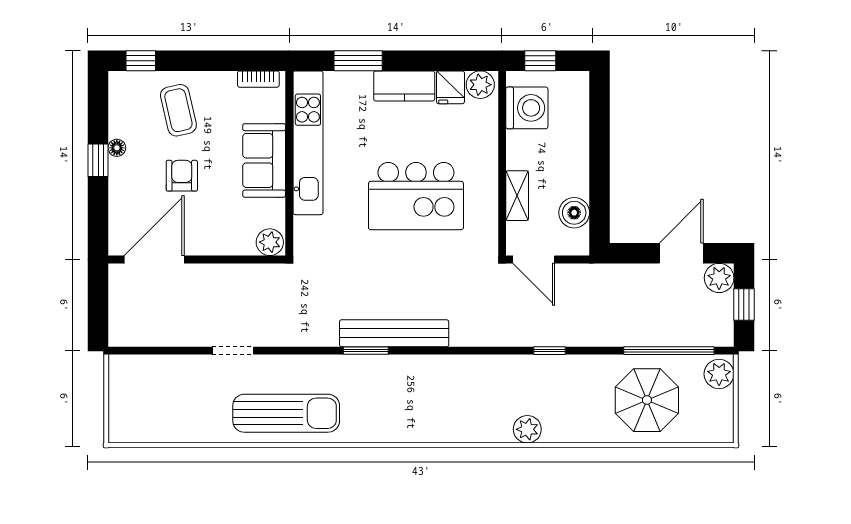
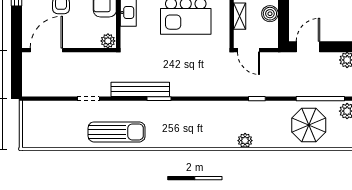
boiler: (574, 213) -> (270, 14), moved
door: (681, 253) -> (308, 47), moved
bench: (394, 333) -> (140, 89), moved

